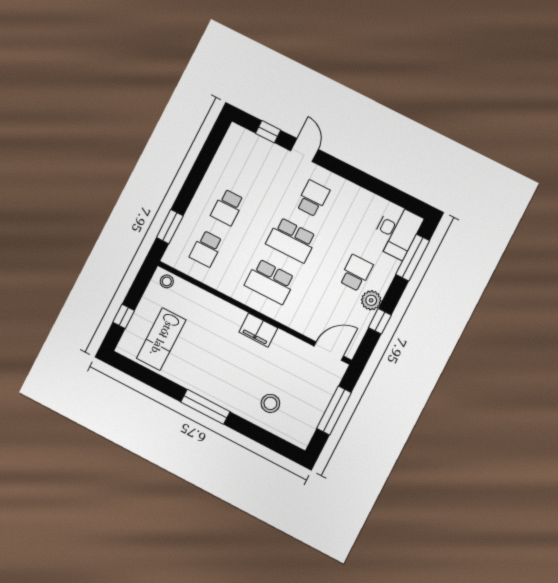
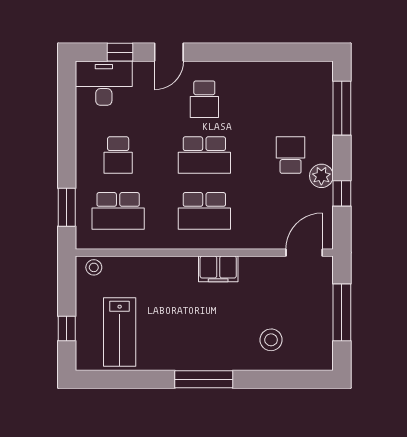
door: (305, 150) -> (169, 52), swing flipped
school desk: (313, 198) -> (204, 99), turned 180
desk: (397, 231) -> (104, 83), moved, turned -90
school desk: (206, 249) -> (118, 211), width x1.85

